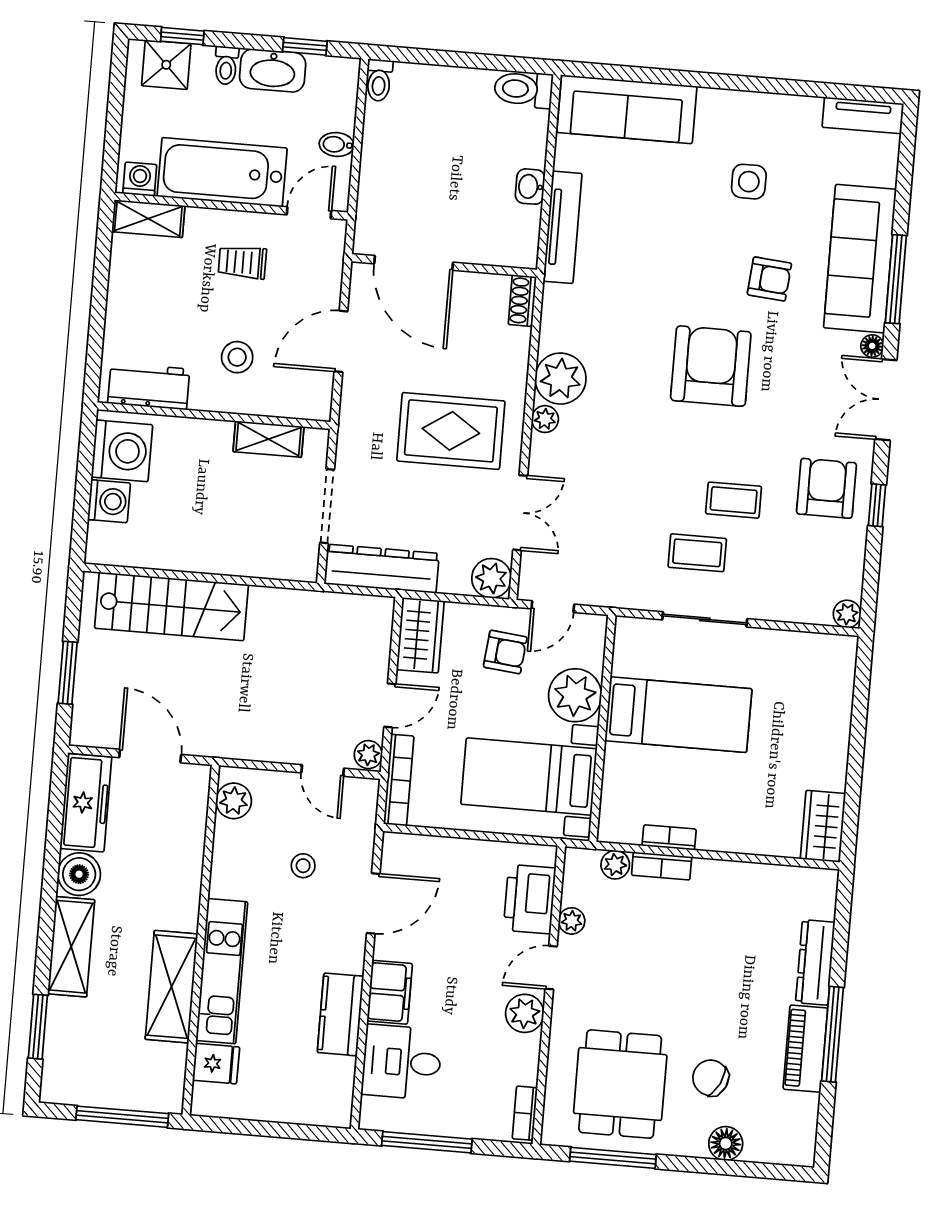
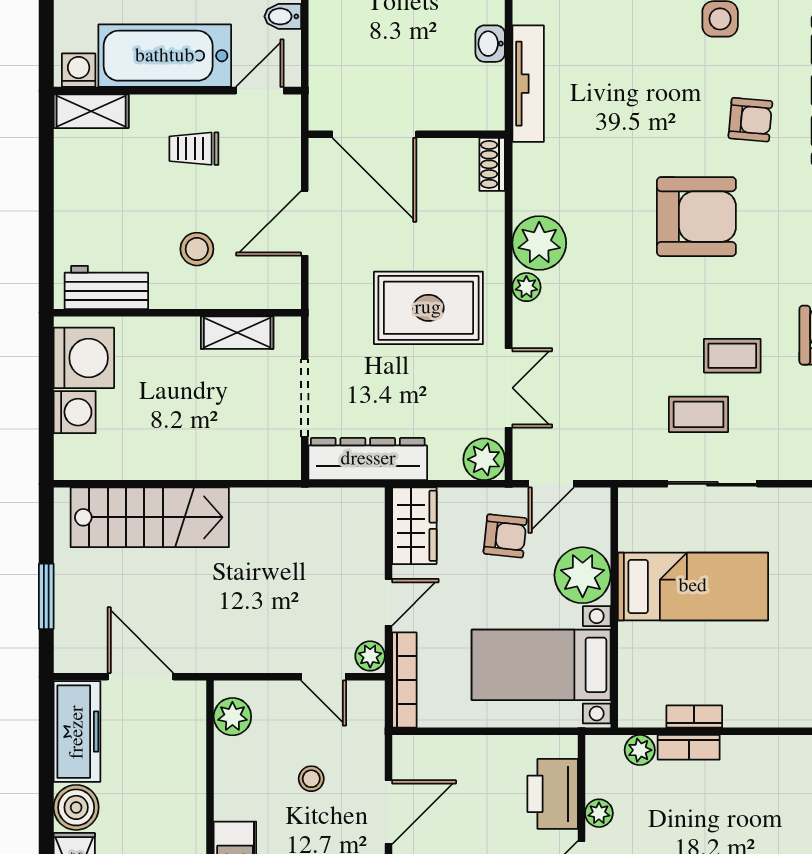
armchair: (711, 366) -> (696, 217), turned 90

